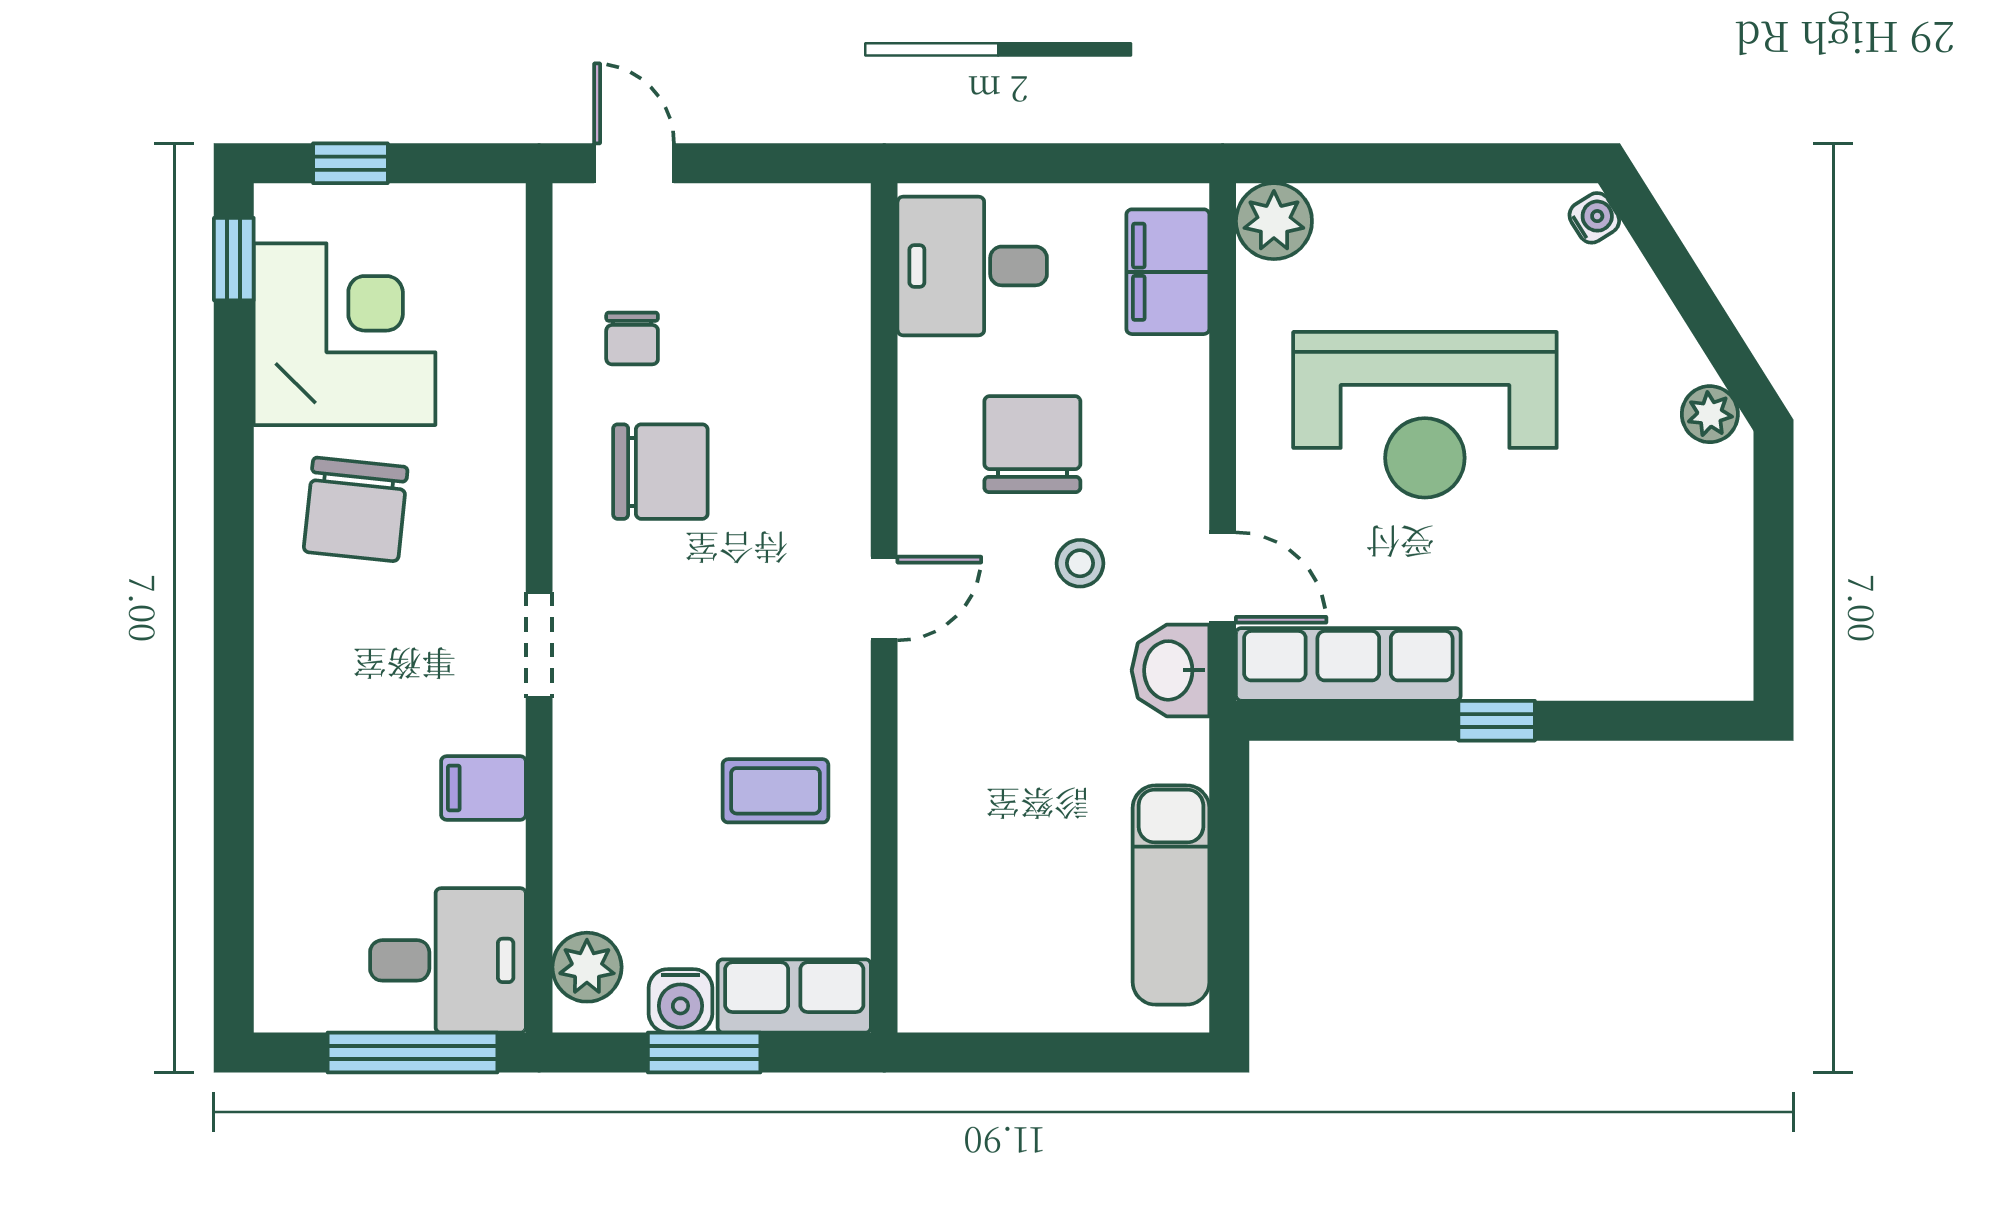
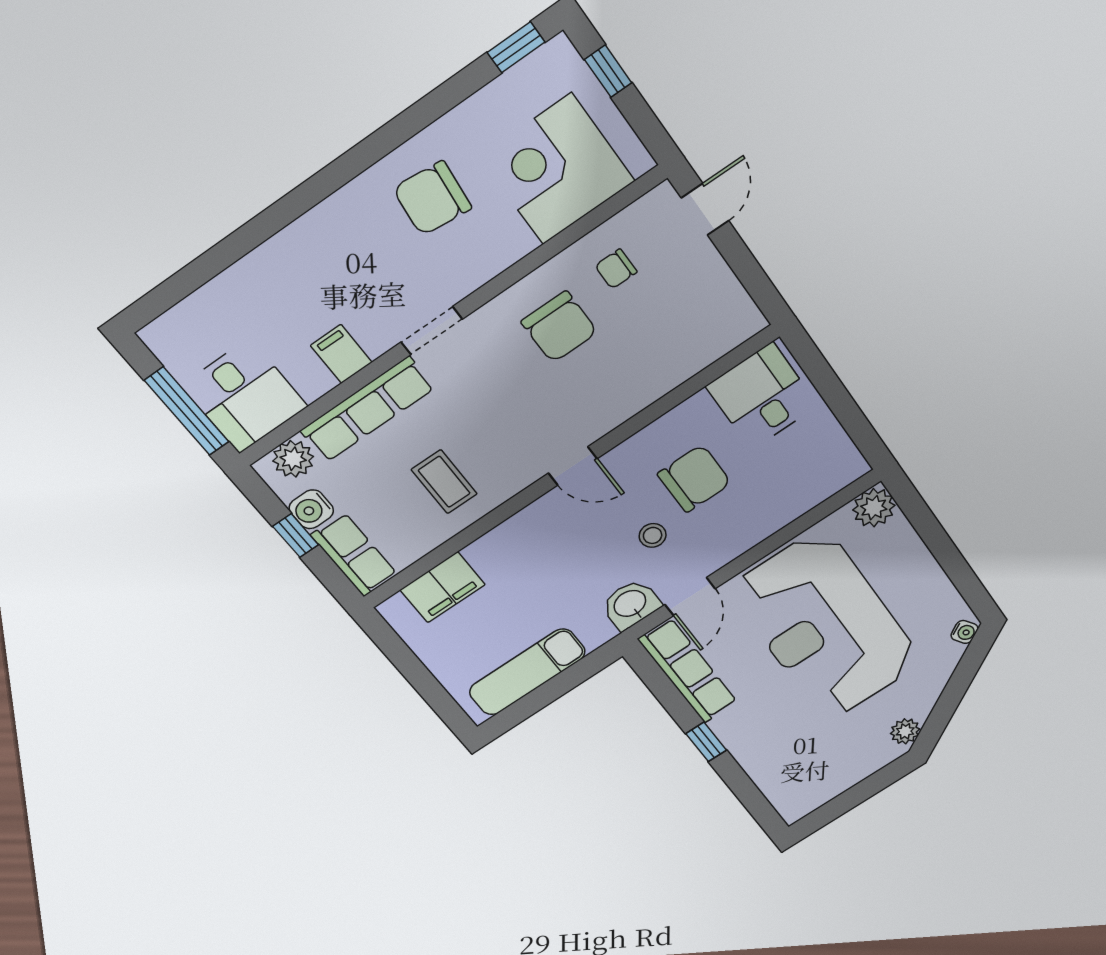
filing cabinet: (1168, 272) -> (443, 587), moved, turned 180
corner desk: (345, 334) -> (557, 169), moved, turned 180
reception desk: (1425, 415) -> (826, 626), width x1.36, depth x1.30
row of seats: (589, 814) -> (367, 409), added
window: (704, 1053) -> (296, 536), width x0.67

